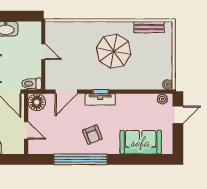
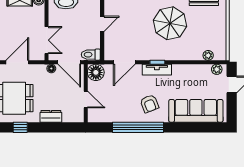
door: (43, 52) -> (102, 24), hinge flipped
plant: (167, 85) -> (208, 55), moved
sofa: (141, 142) -> (196, 111), width x1.36

